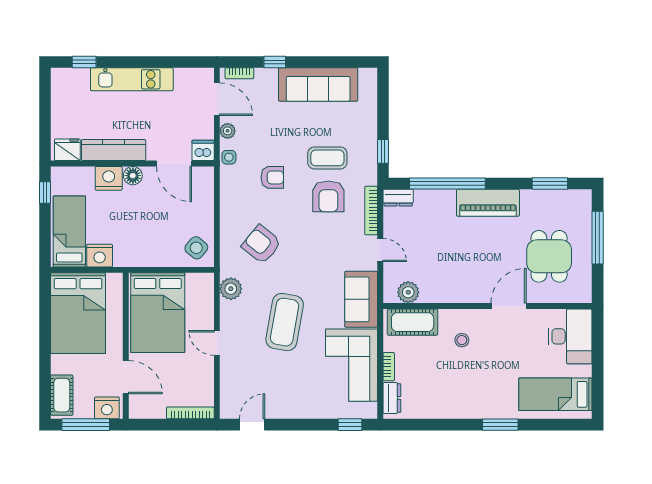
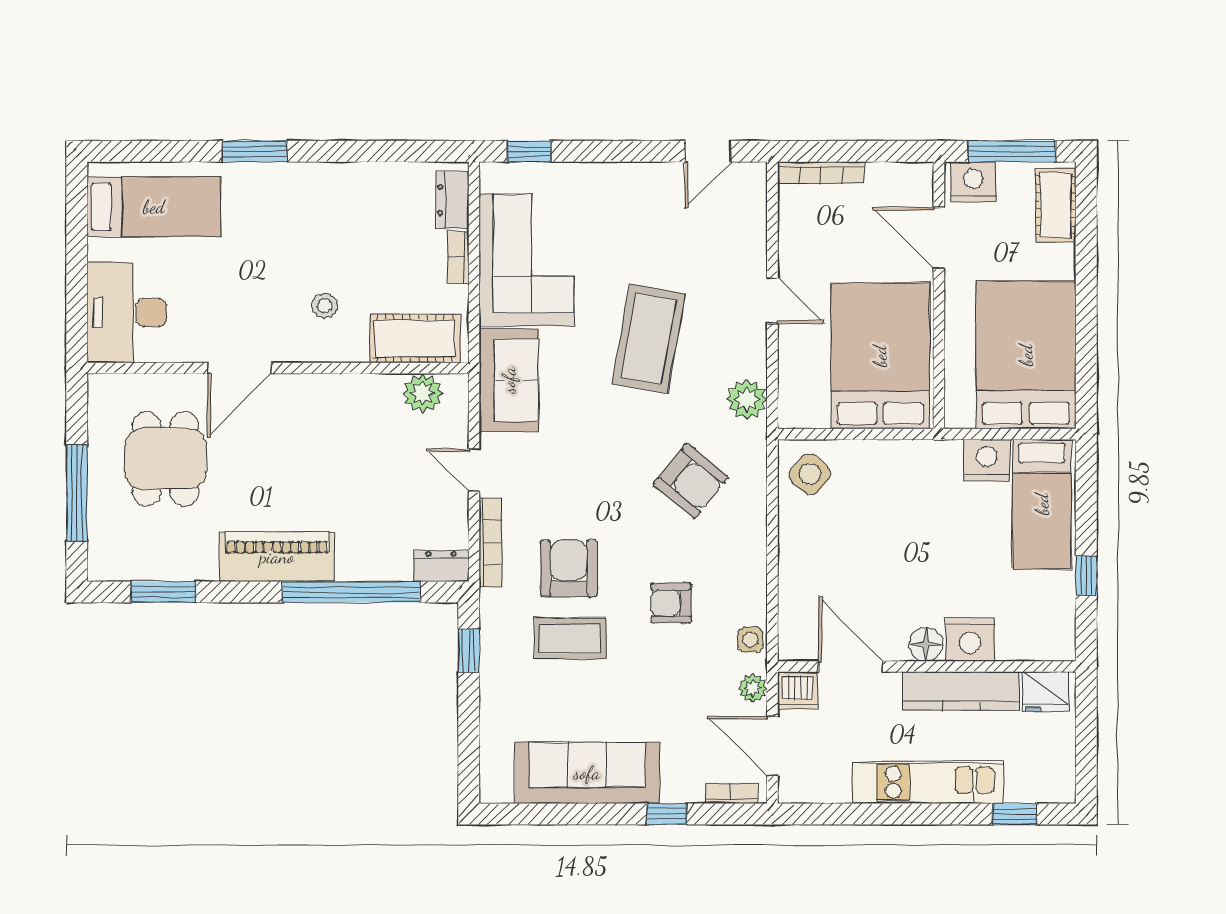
fridge: (67, 150) -> (1045, 692), moved
kitchen counter: (114, 150) -> (961, 691), moved
dishwasher: (203, 150) -> (798, 690), moved
wall: (132, 164) -> (927, 667), moved
door: (174, 164) -> (851, 667), moved
floor lamp: (133, 176) -> (926, 644), moved
nightstand: (109, 178) -> (970, 639), moved

